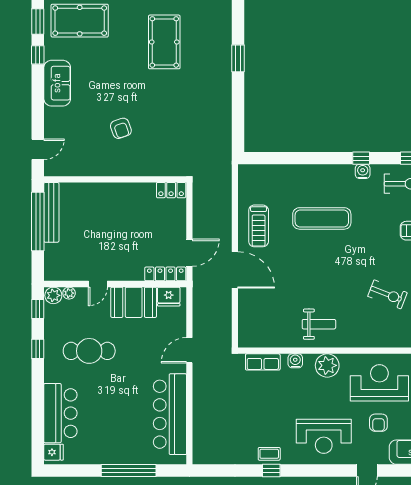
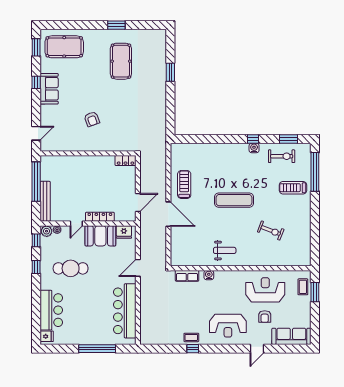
window: (38, 55) -> (36, 82), moved
bench: (51, 212) -> (45, 201), moved
exercise mat: (322, 218) -> (234, 200), moved
treadmill: (259, 226) -> (184, 185), turned 180
locker: (165, 274) -> (100, 217), moved
plant: (327, 365) -> (230, 278), removed

